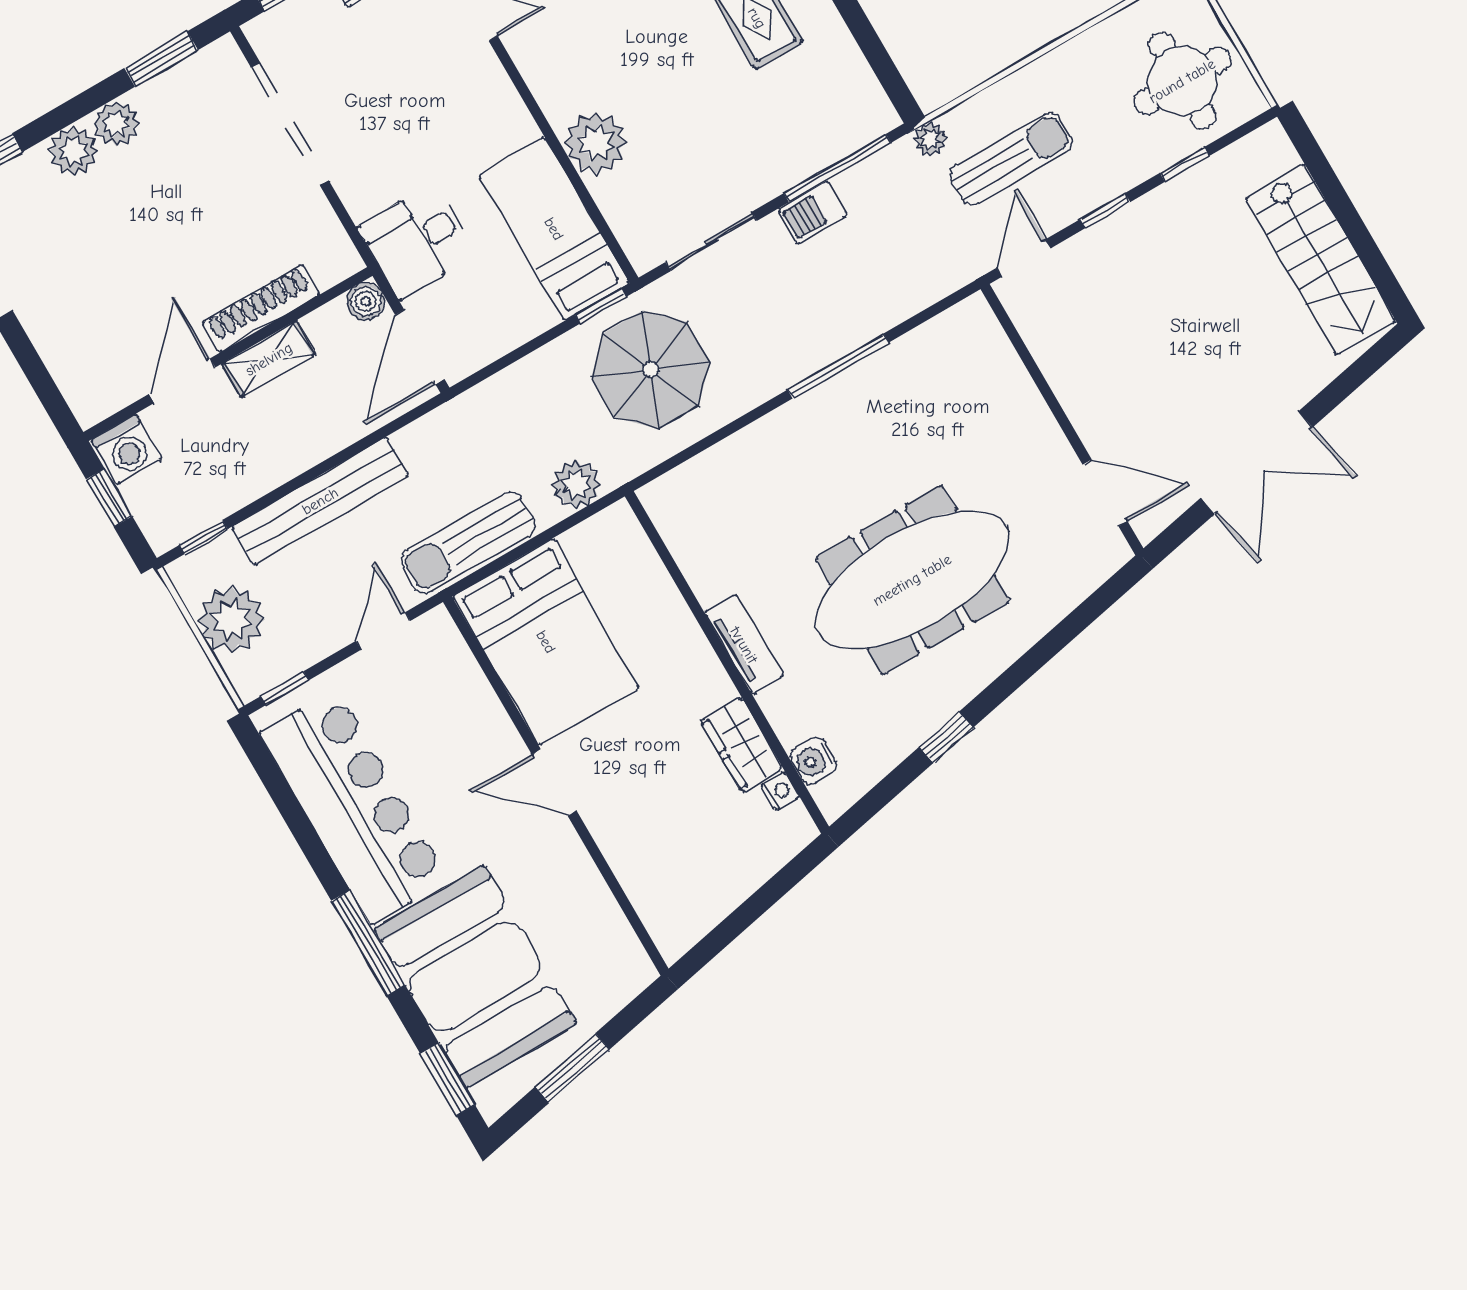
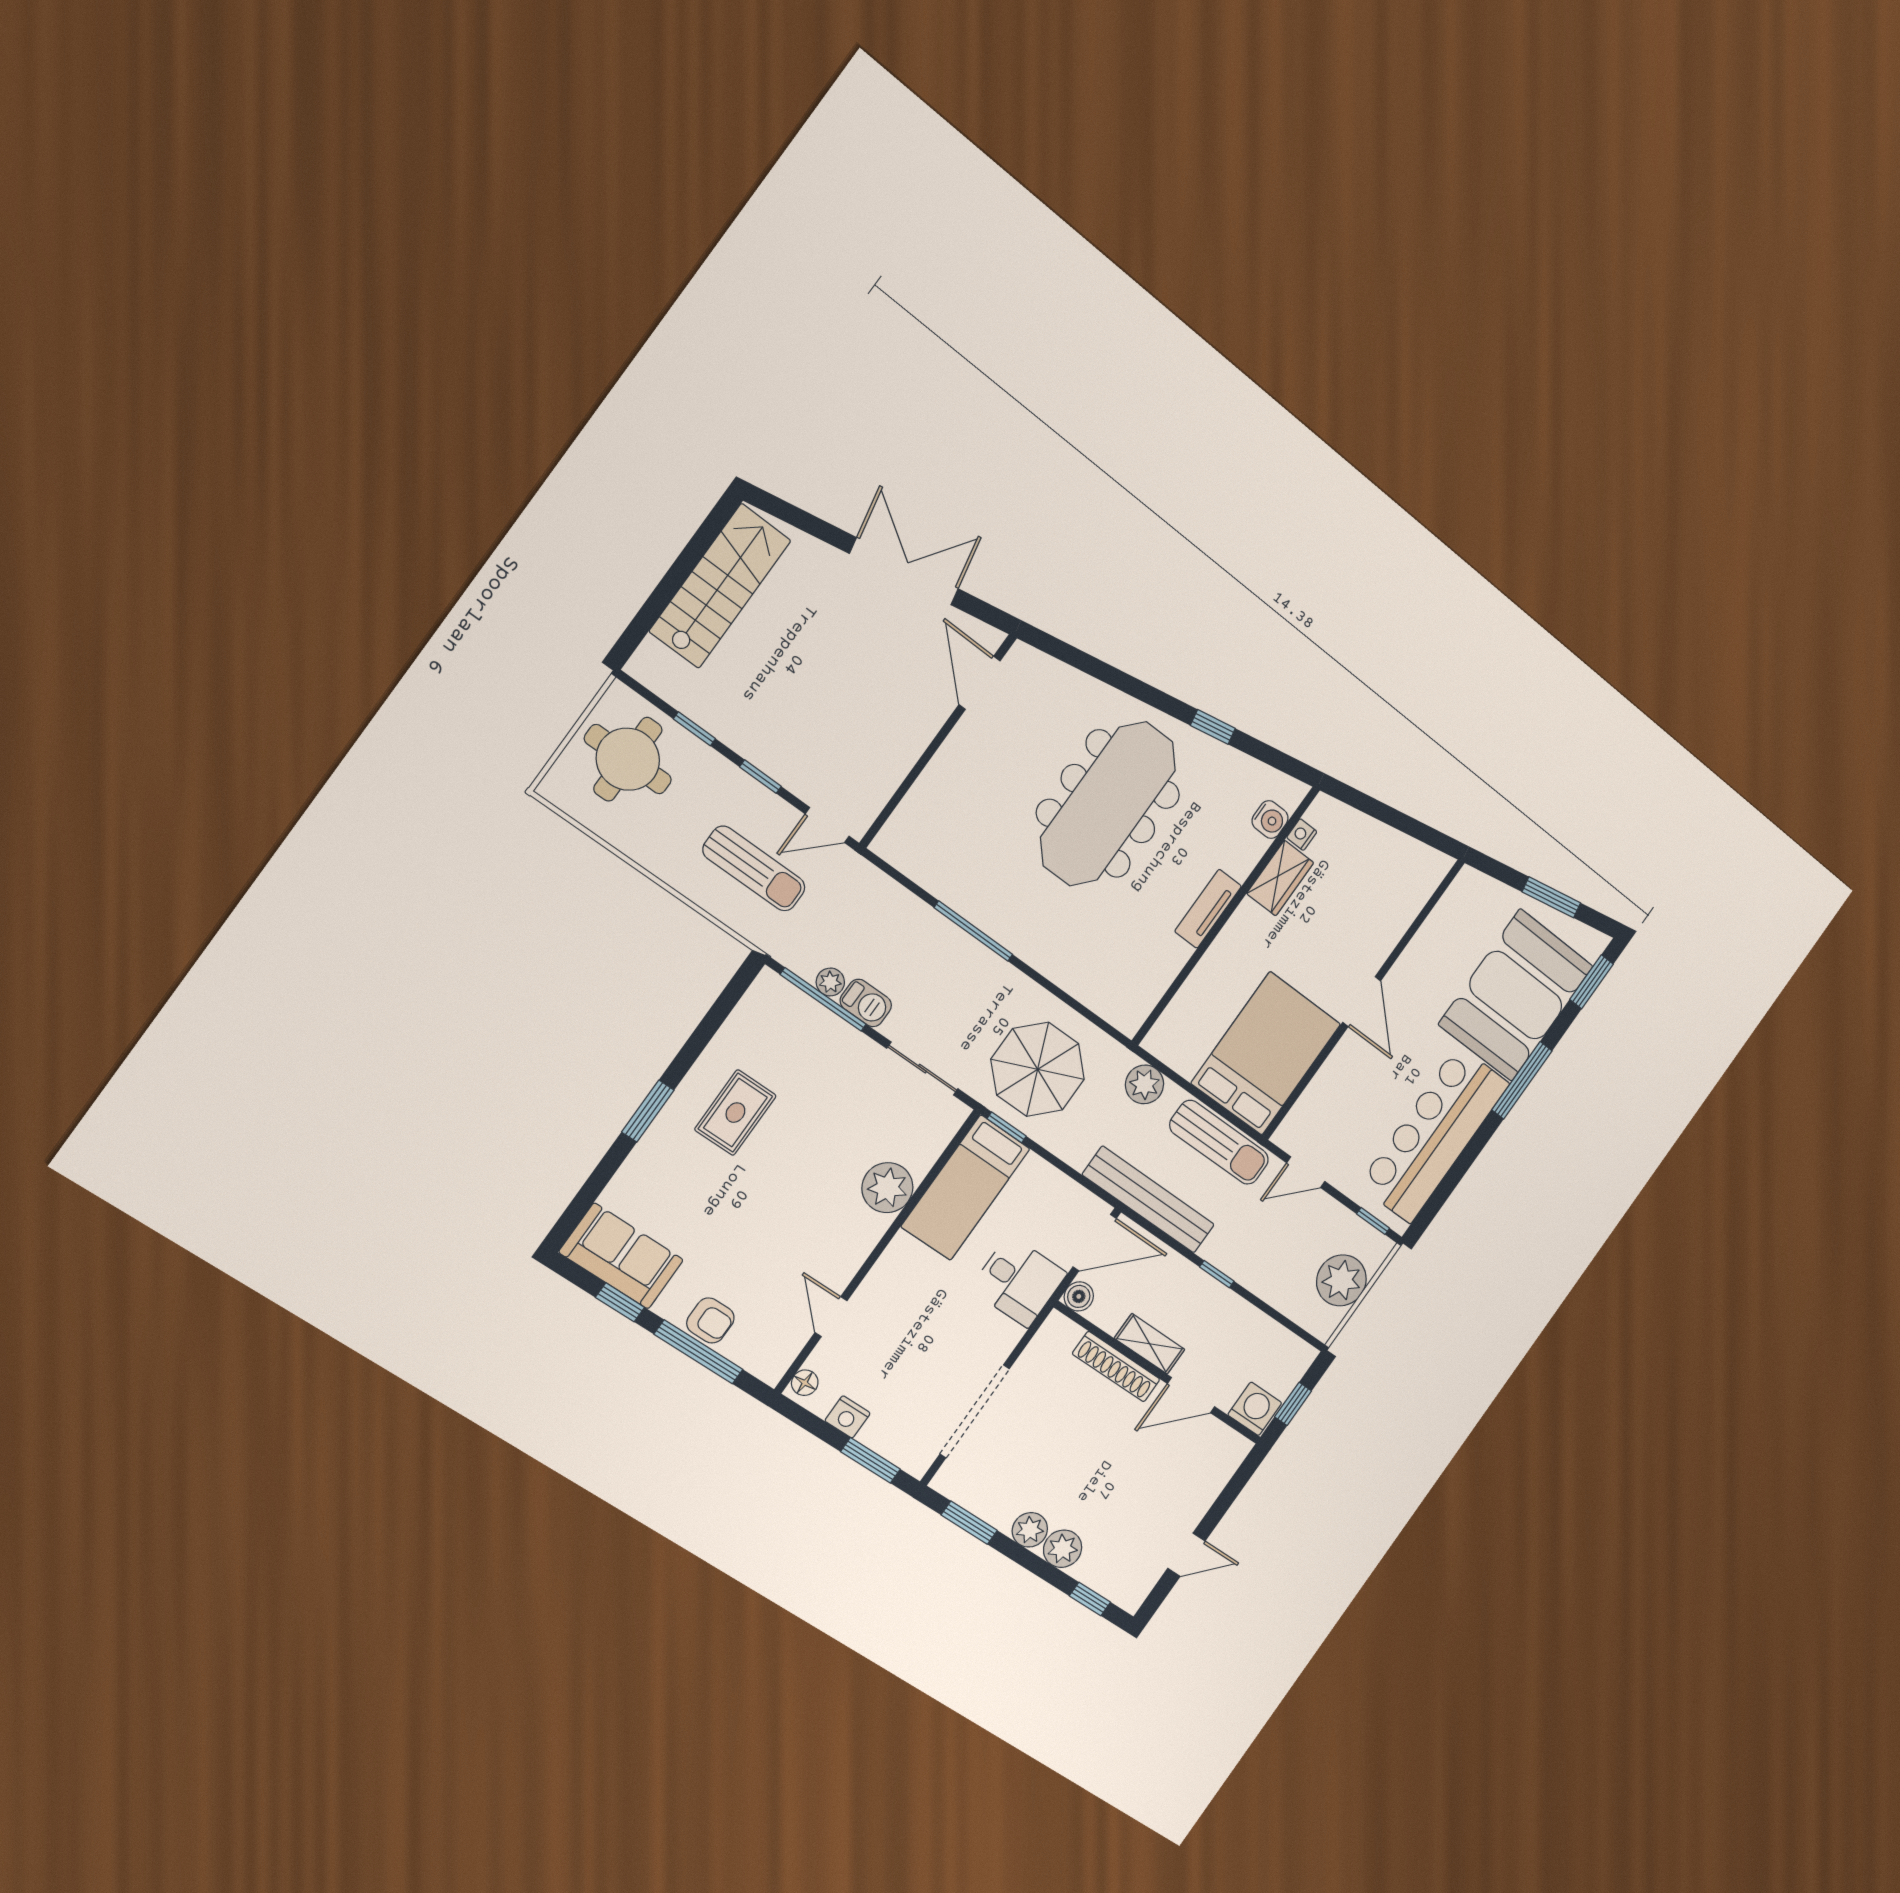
plant: (930, 139) -> (830, 982), moved
sun lounger: (1011, 159) -> (754, 869), turned 180
bench: (320, 501) -> (1149, 1200), moved
window: (203, 537) -> (1217, 1274), moved
meeting table: (912, 580) -> (1108, 804), turned 90

